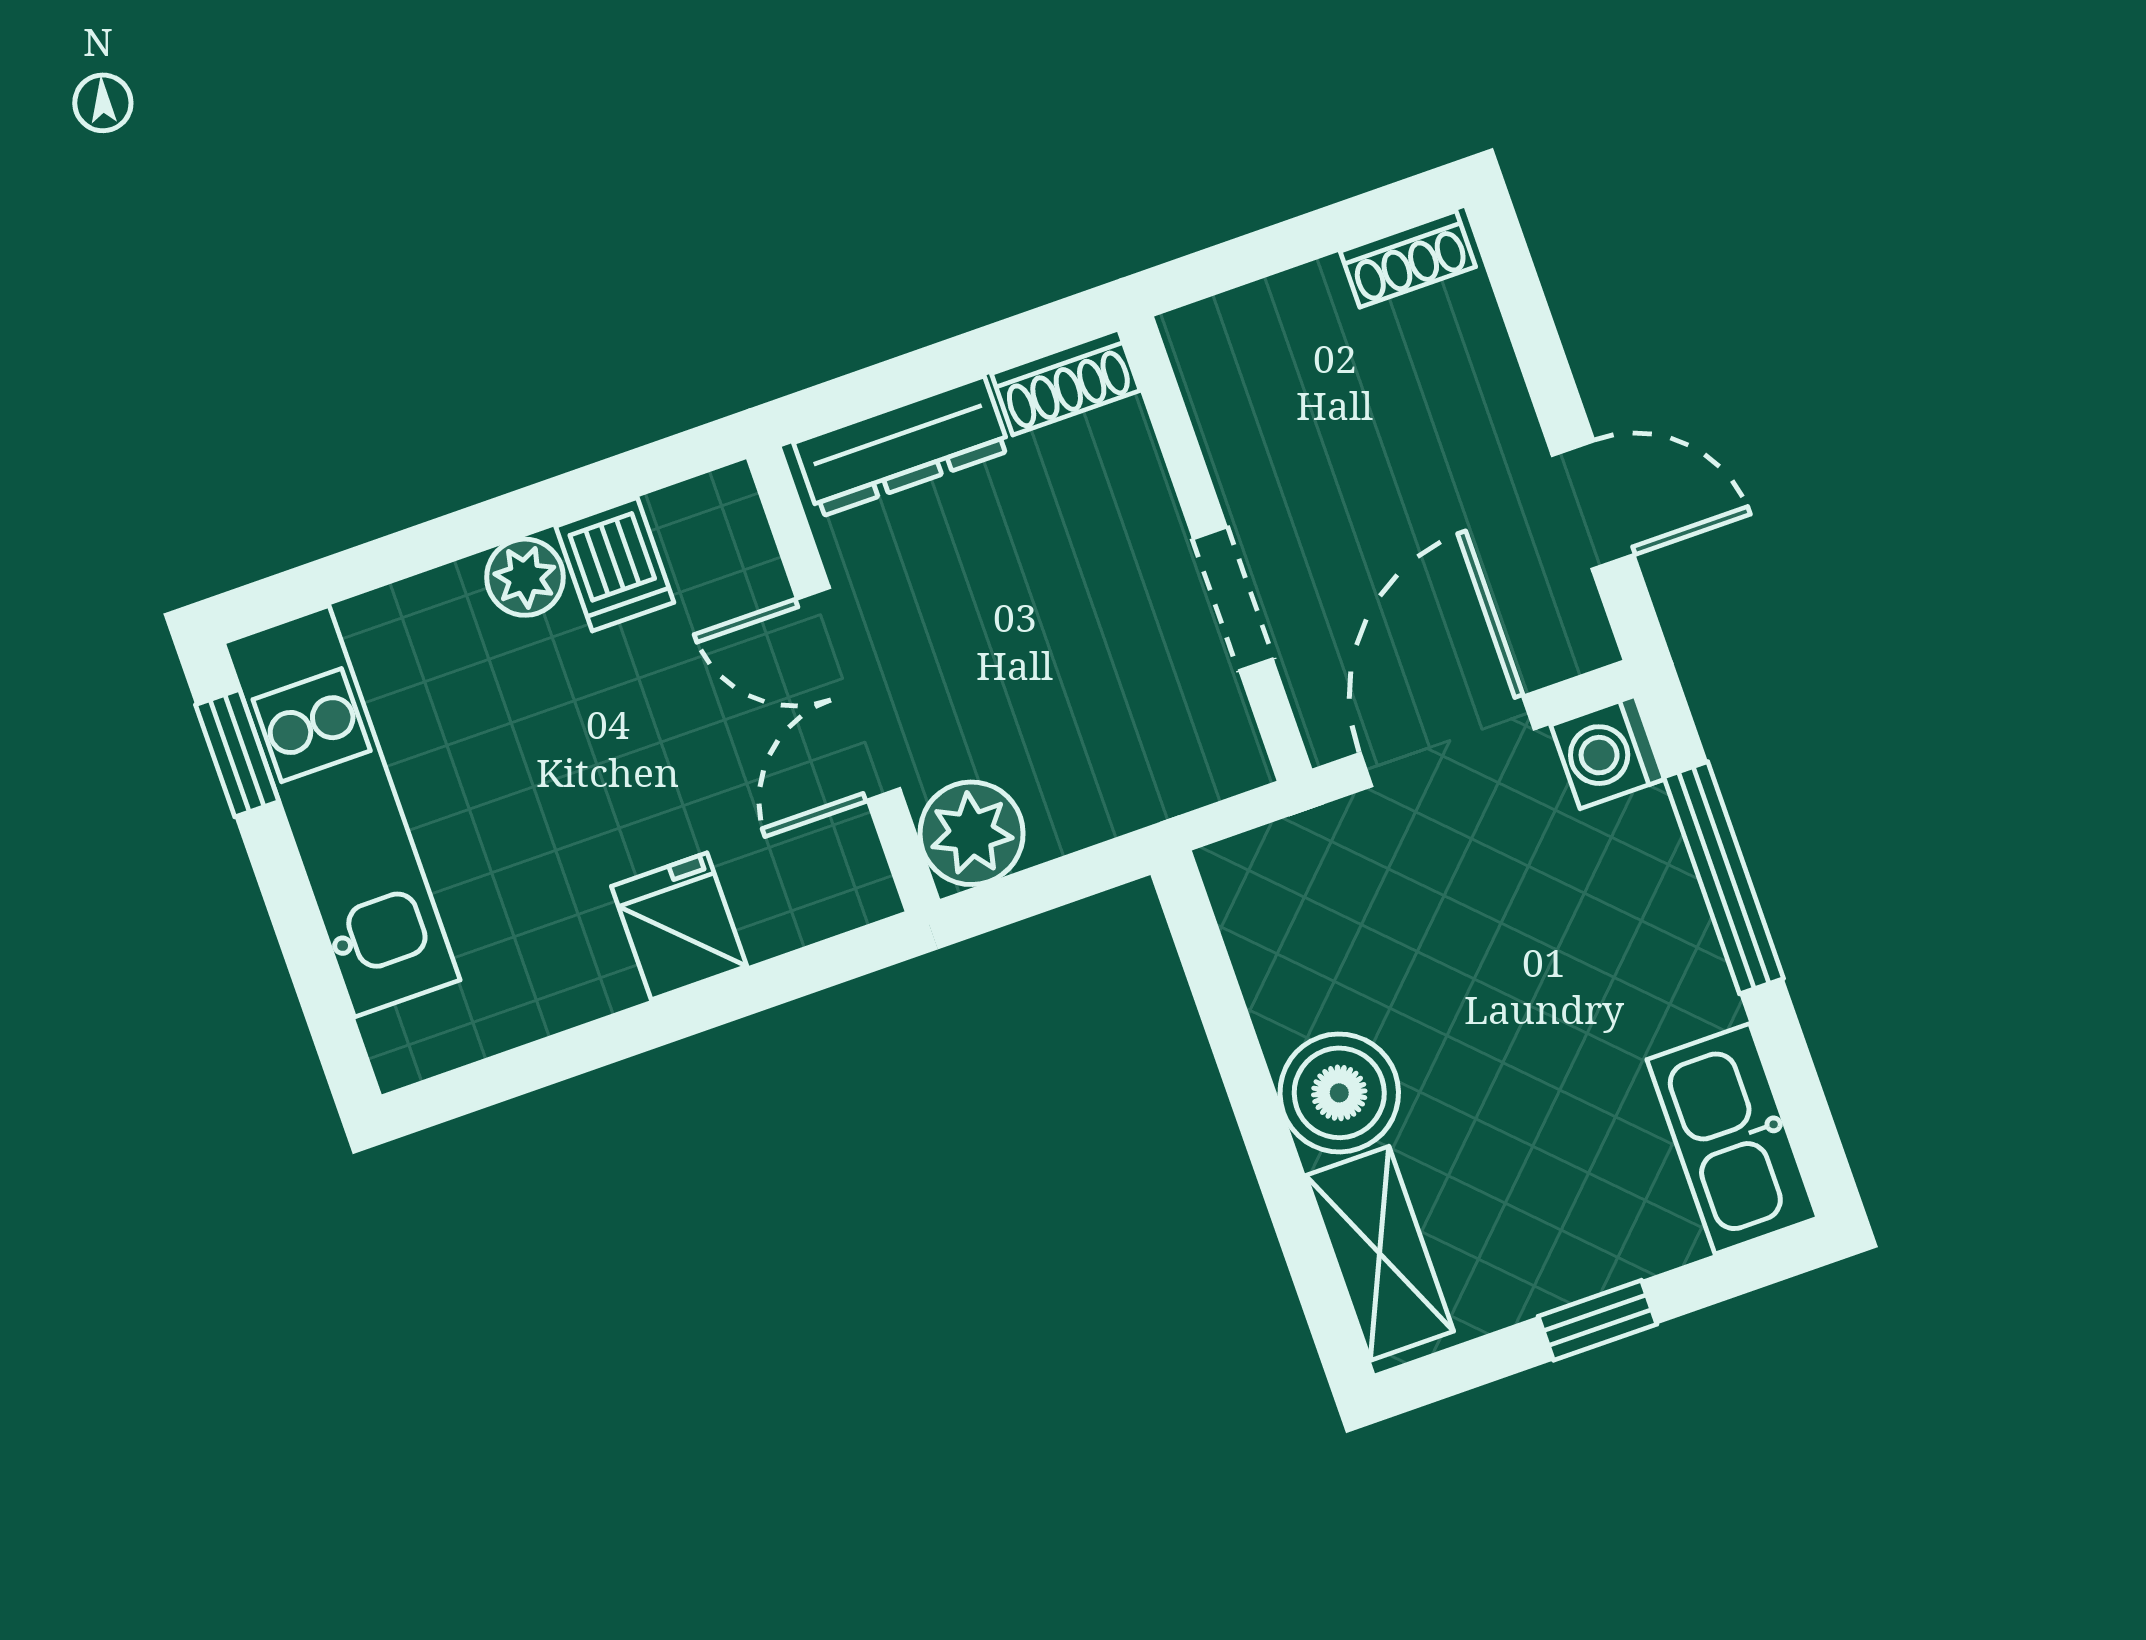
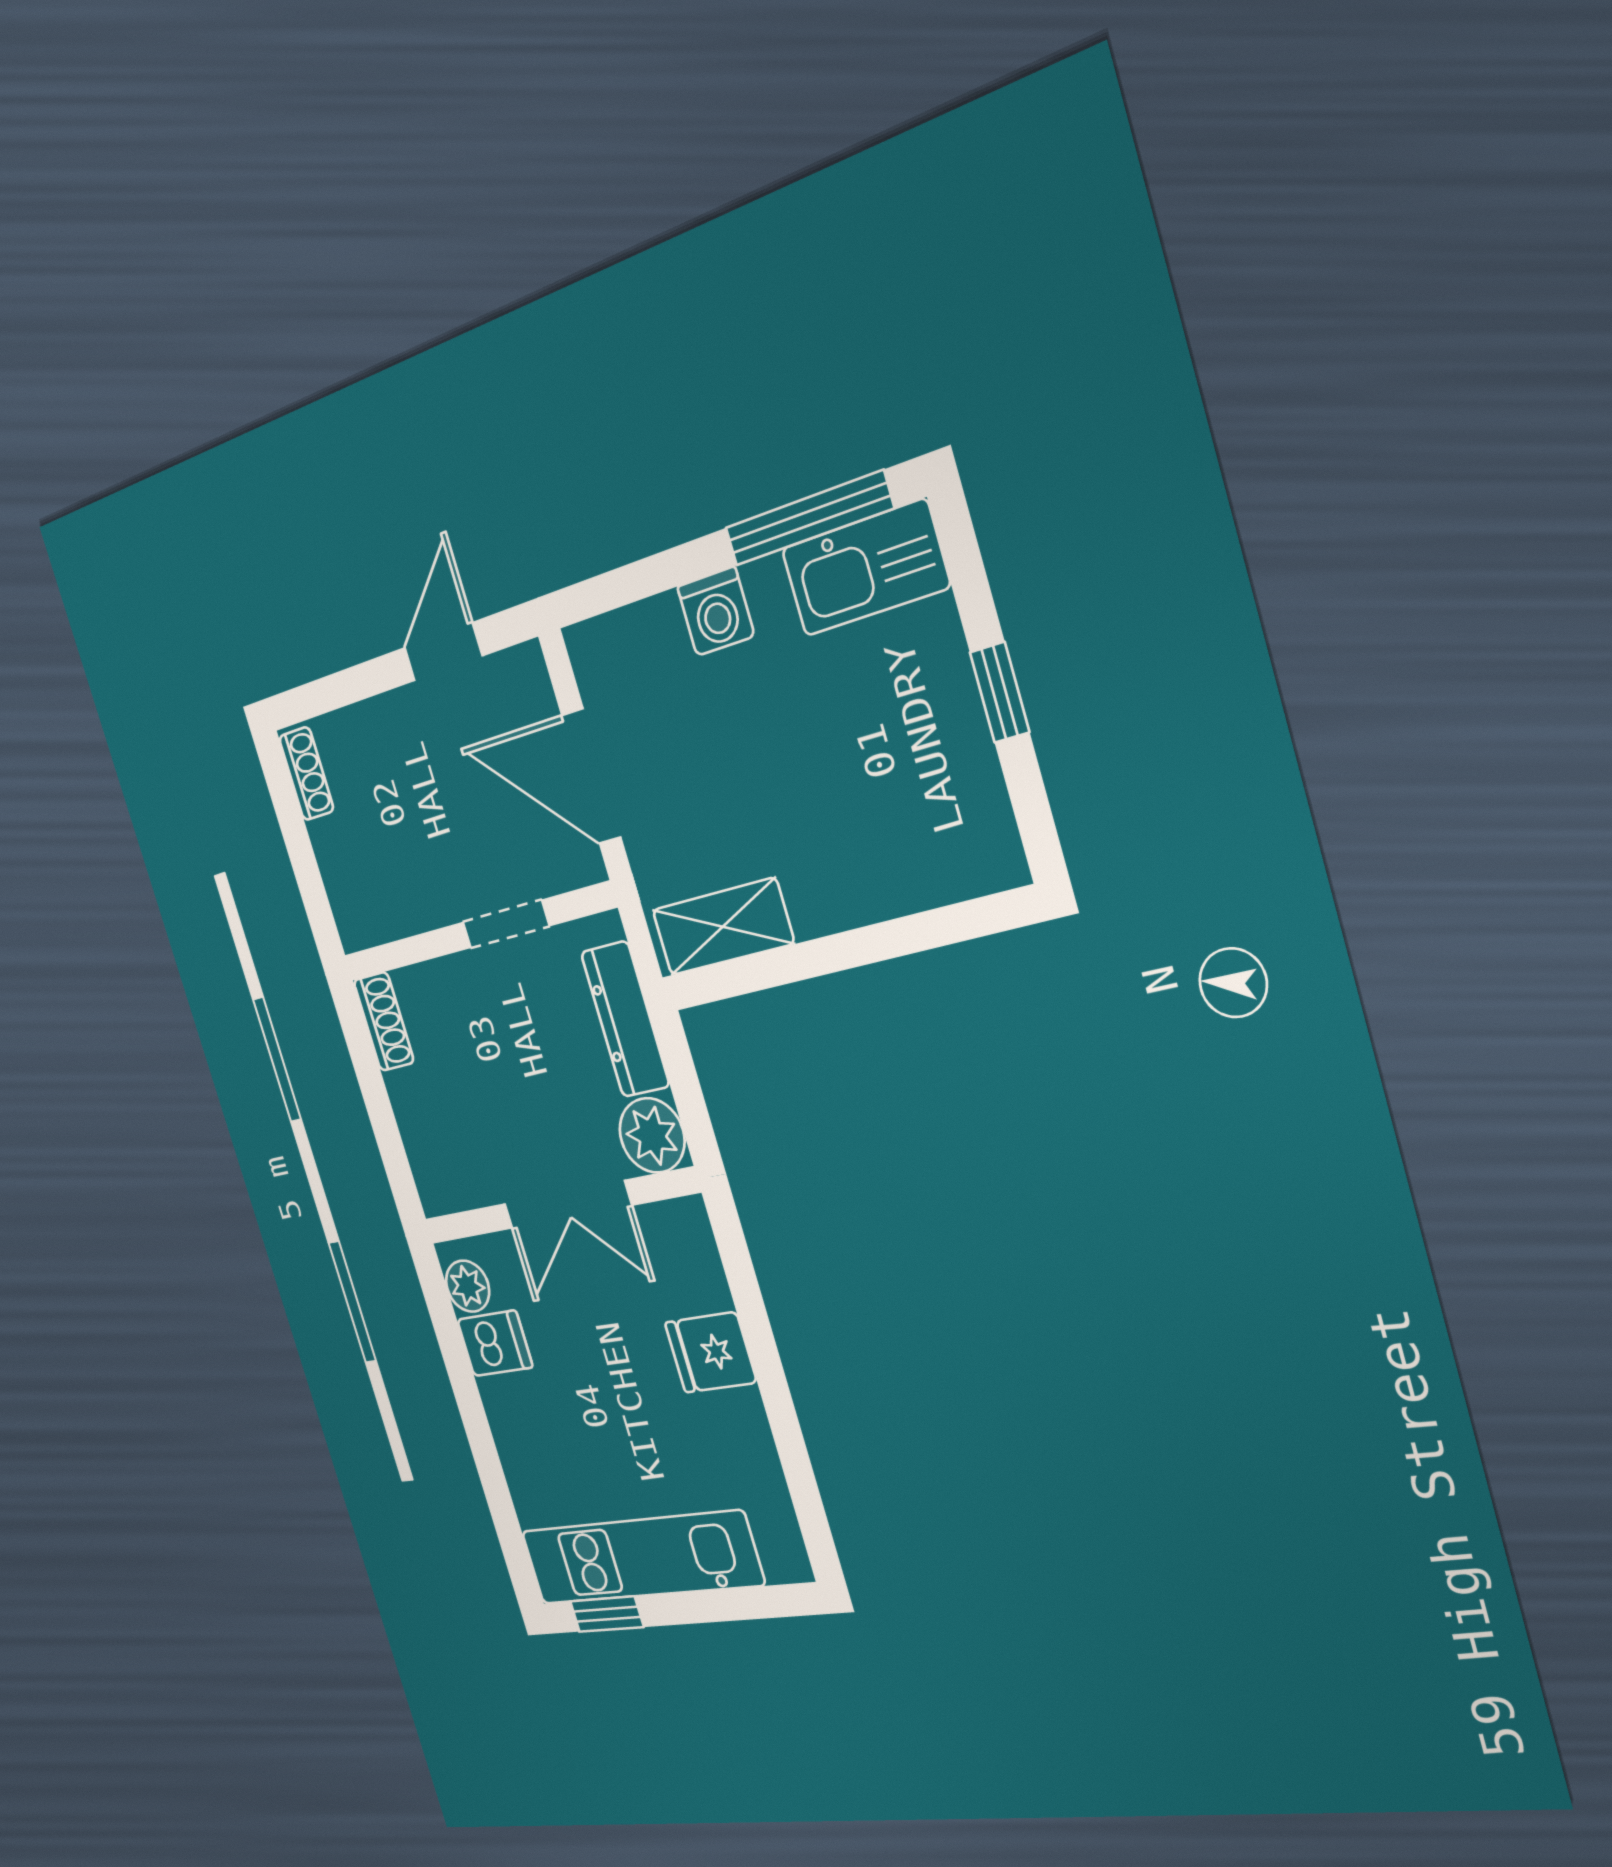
dresser: (902, 447) -> (625, 1019), moved, turned 180
plant: (525, 577) -> (468, 1286), moved
washing machine: (1608, 752) -> (716, 611), moved
window: (1724, 878) -> (809, 518), moved
boiler: (1339, 1093) -> (826, 887), removed
shelving: (1380, 1253) -> (723, 927), moved

